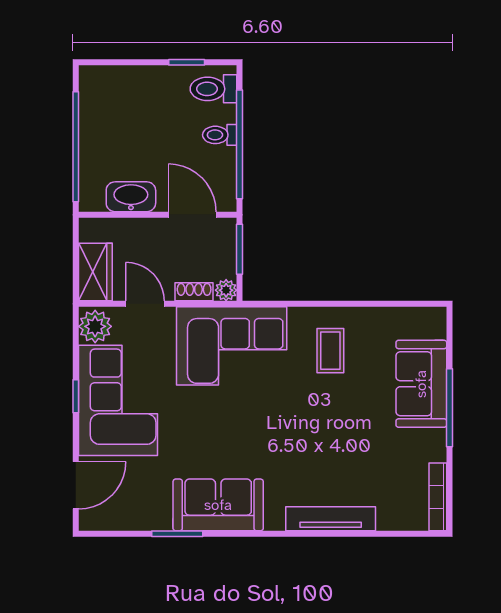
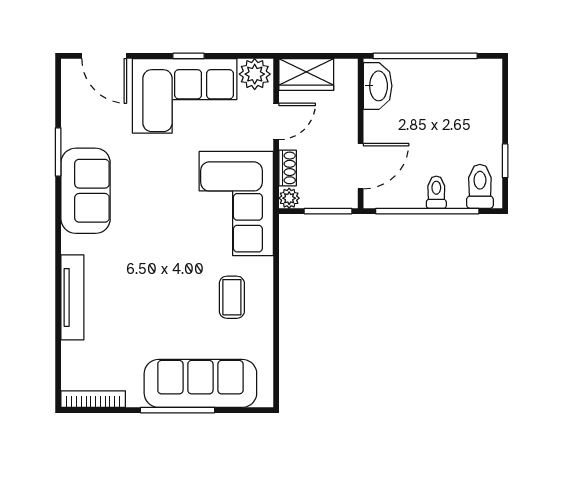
washbasin: (131, 197) -> (378, 86), moved
coffee table: (330, 351) -> (232, 297), turned 90
sofa: (421, 384) -> (200, 383), width x1.36

